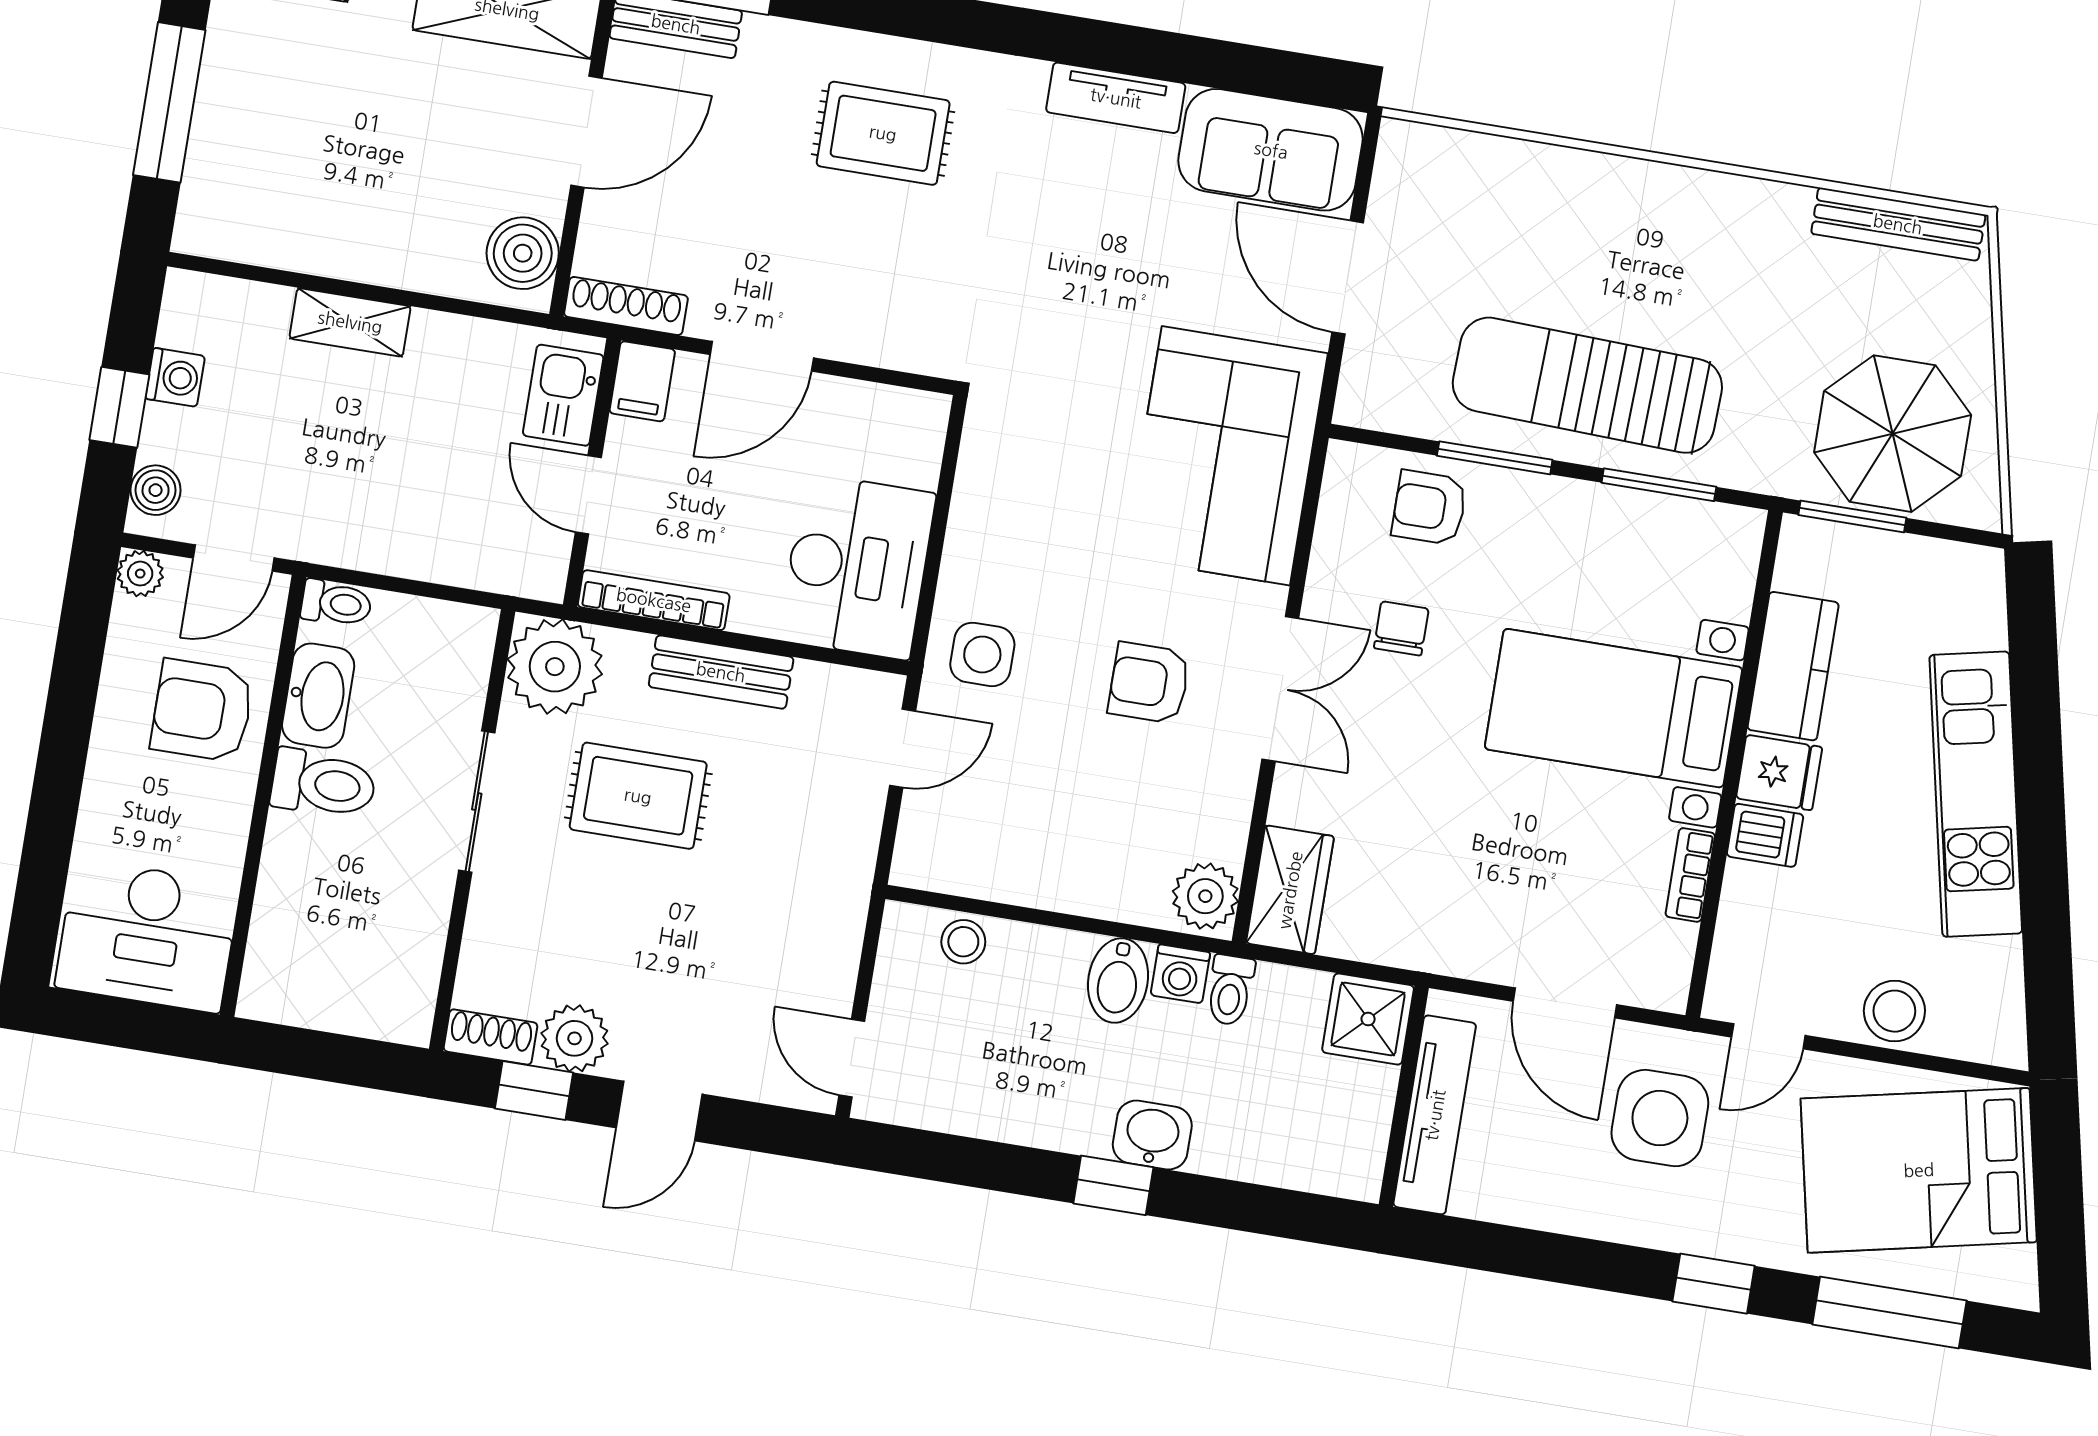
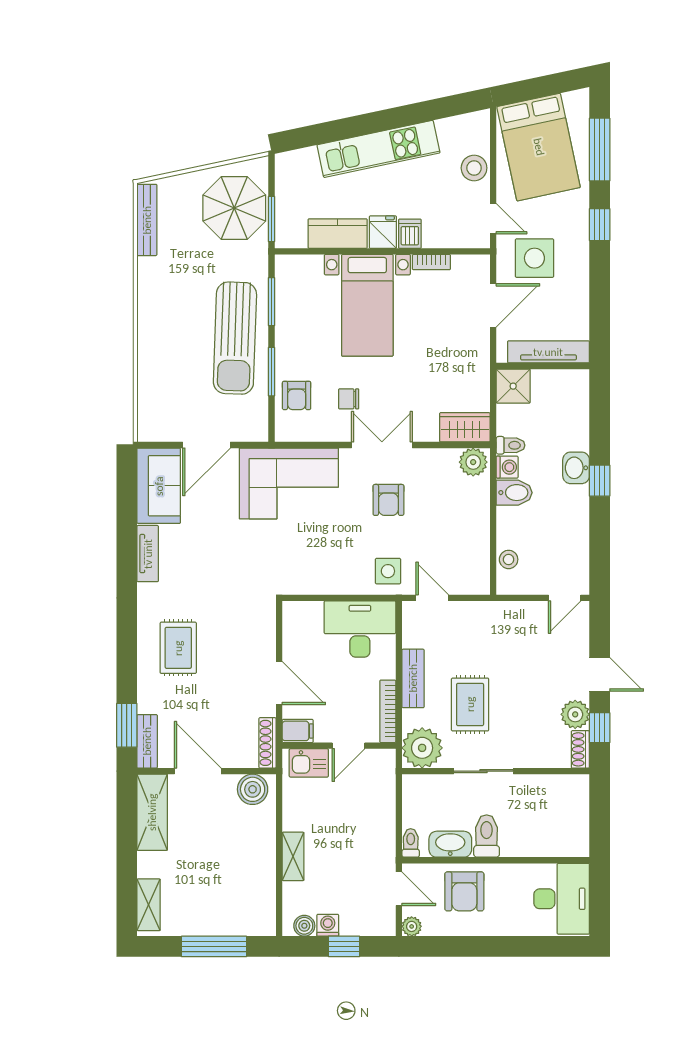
boiler: (156, 490) -> (304, 926), moved

